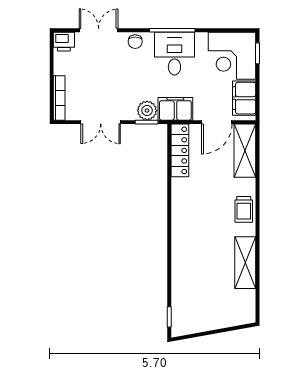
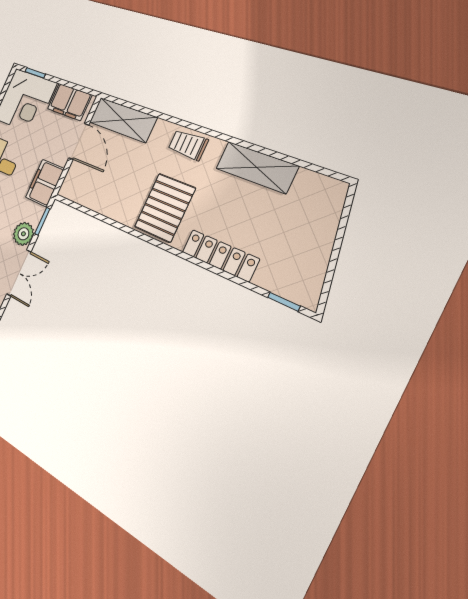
plant: (147, 111) -> (23, 234), moved
locker: (180, 150) -> (220, 255), moved
trolley: (244, 209) -> (188, 145), turned 180
pallet: (195, 214) -> (165, 208), added

